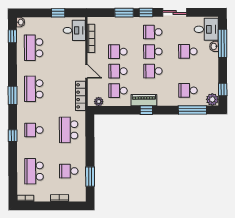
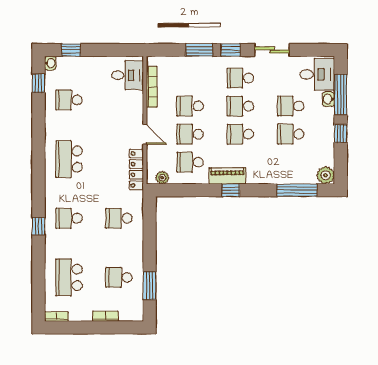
window: (58, 13) -> (71, 50), moved
school desk: (34, 48) -> (69, 100), width x0.54
window: (223, 89) -> (341, 134), moved
school desk: (188, 90) -> (291, 134), moved
window: (13, 95) -> (38, 168), removed
school desk: (69, 130) -> (119, 218), width x0.54

